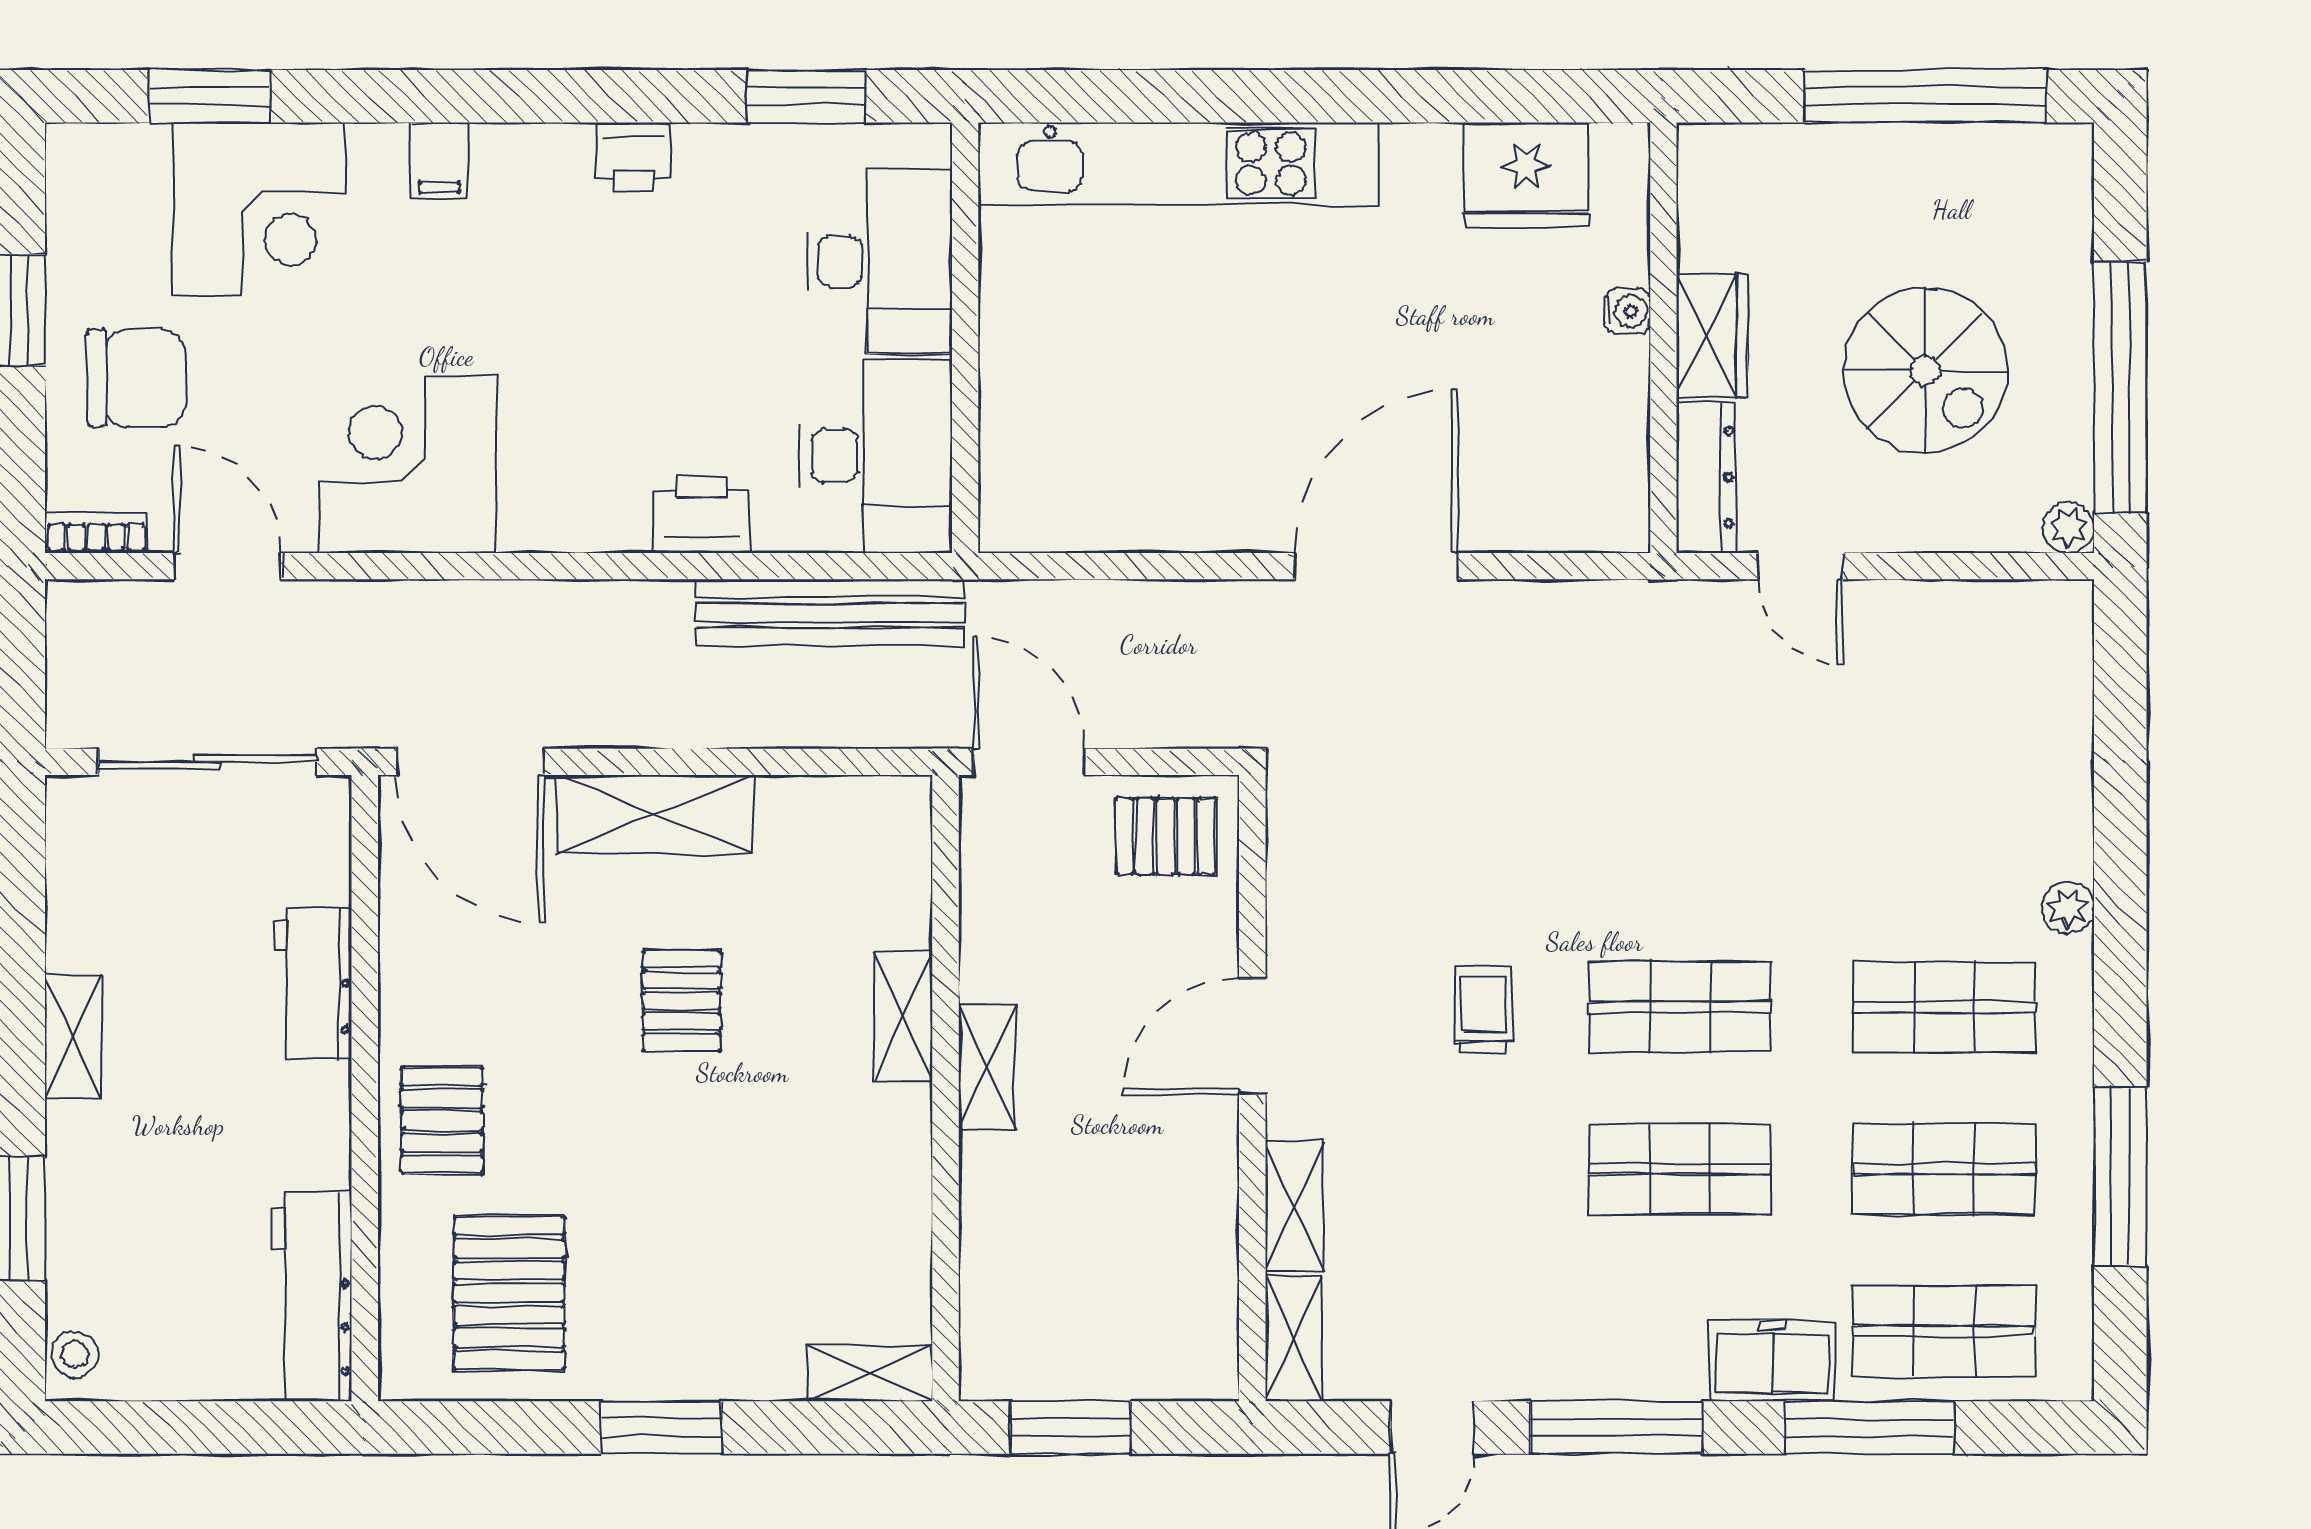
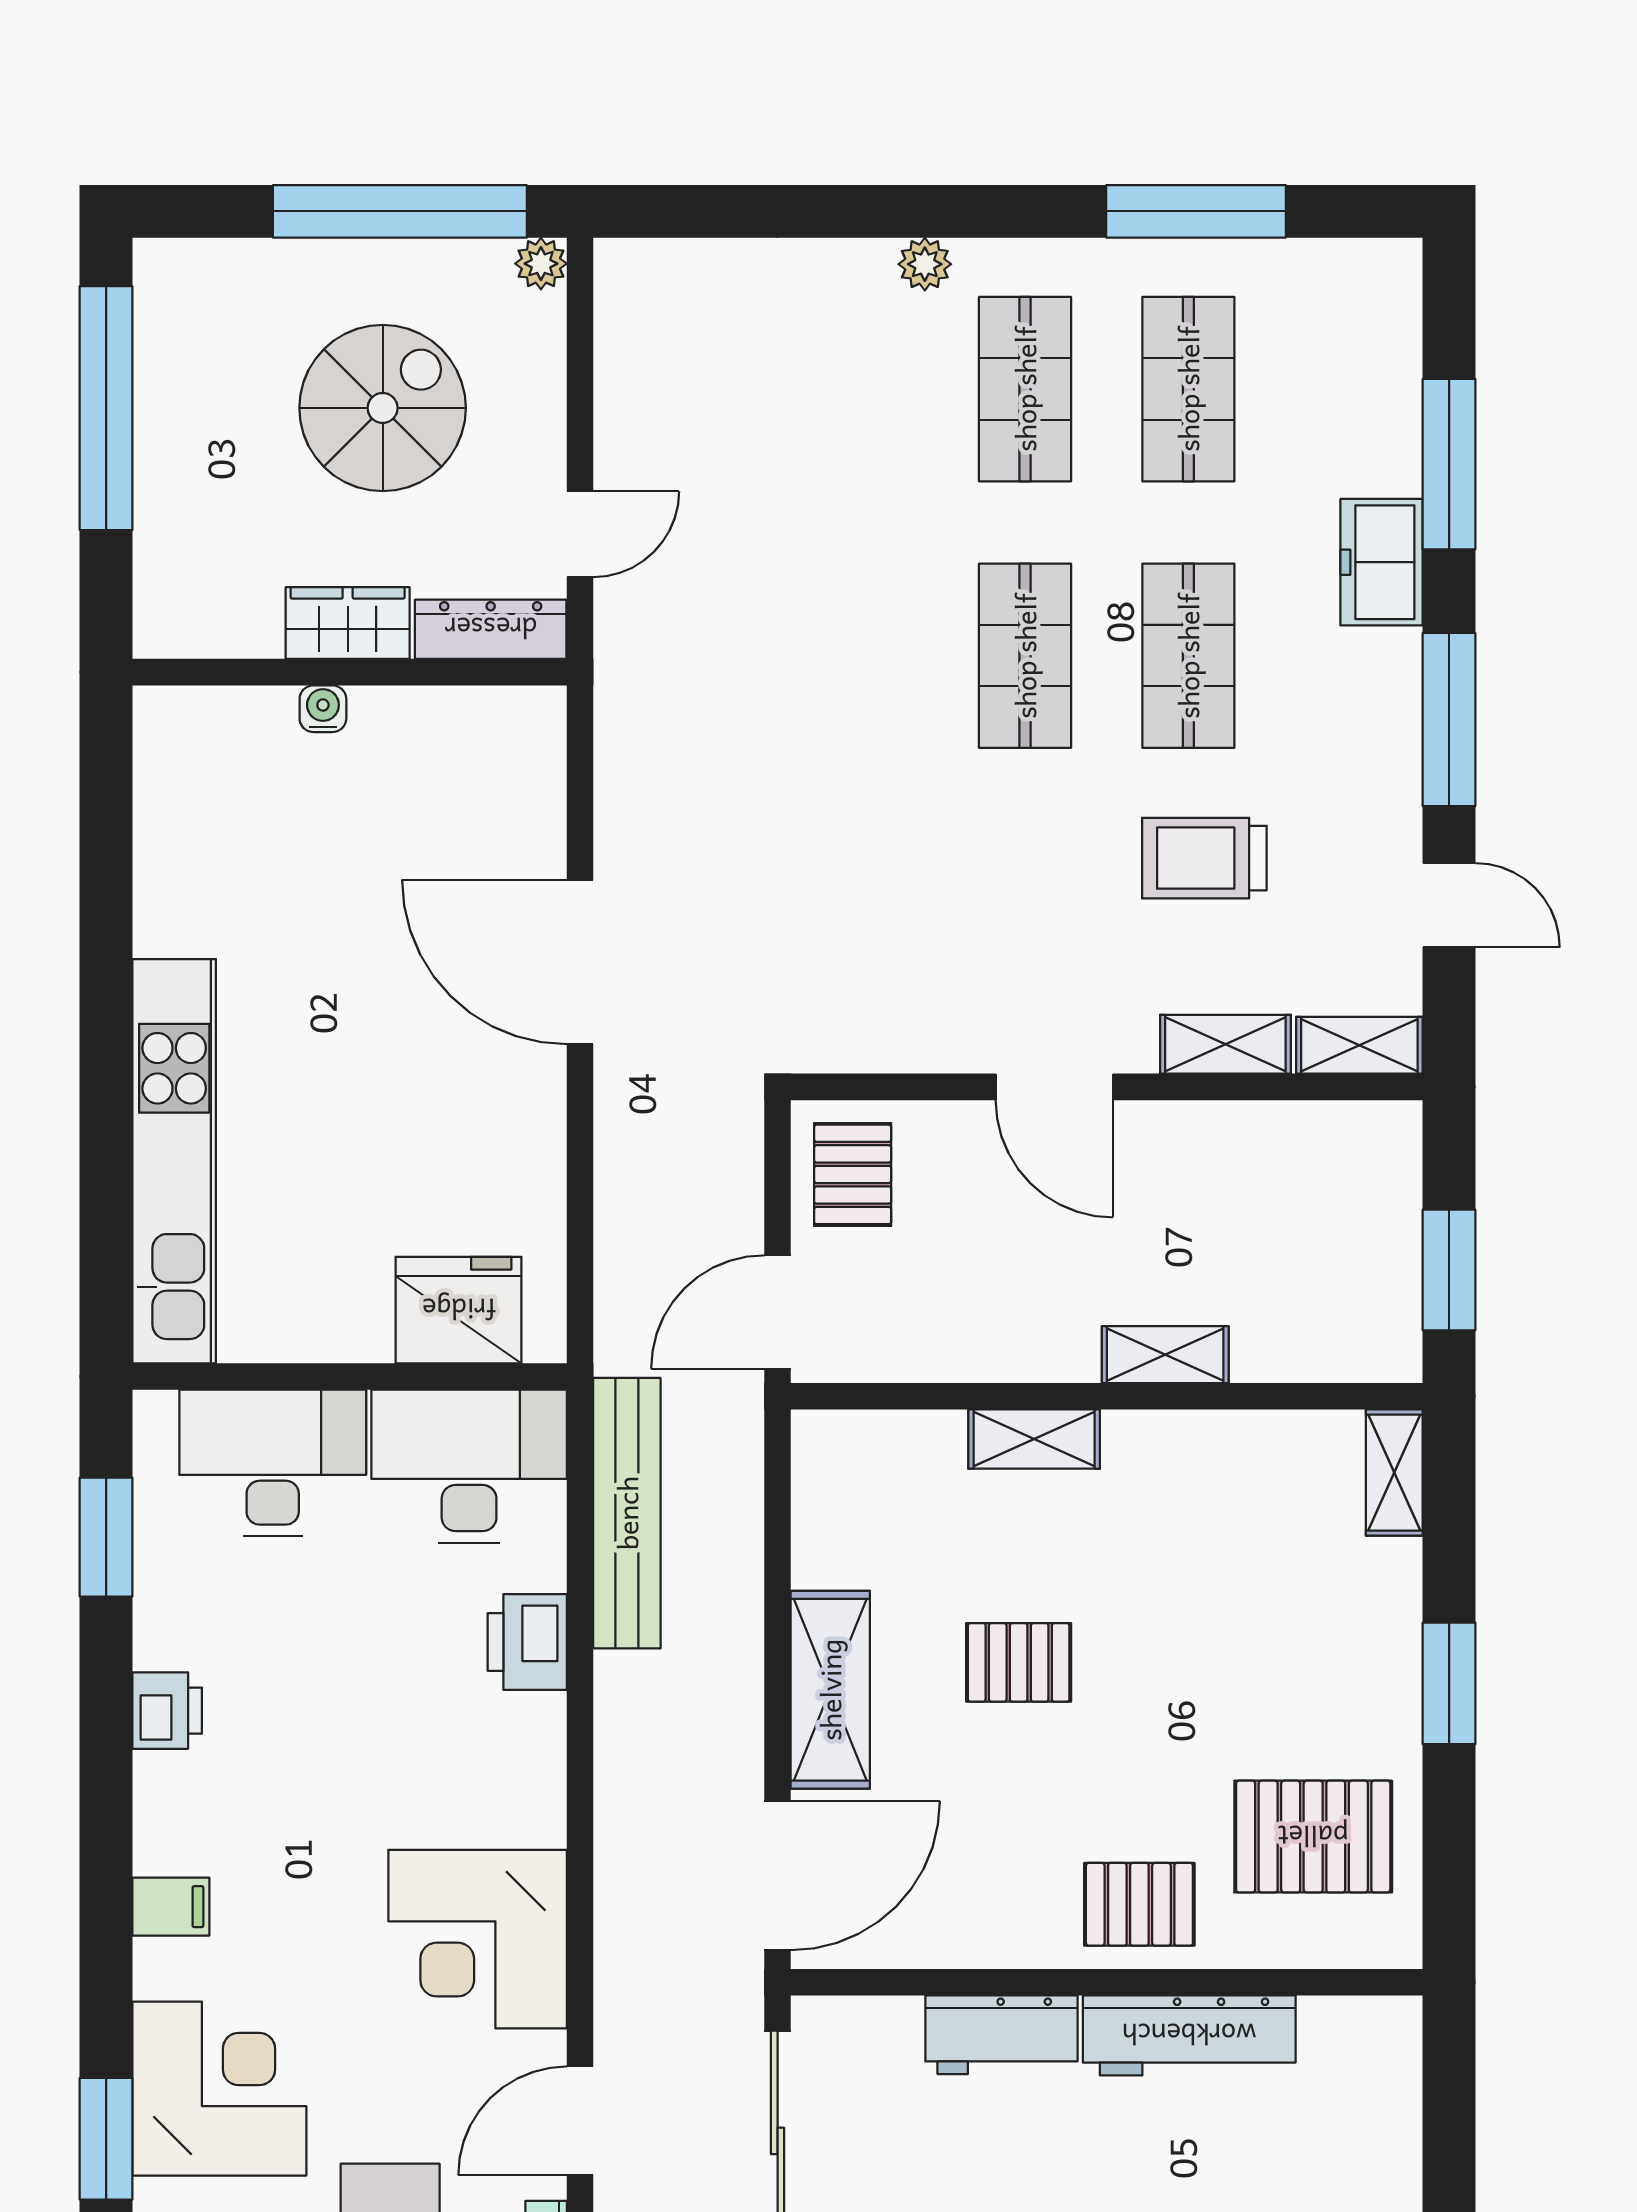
fridge: (1526, 175) -> (459, 1310), moved, turned -90
trolley: (1483, 1010) -> (1204, 858), moved, width x1.36, depth x1.39
shelving: (987, 1067) -> (1165, 1355), moved
workbench: (312, 1296) -> (1189, 2035), moved
shop shelf: (1944, 1331) -> (1352, 389), removed

